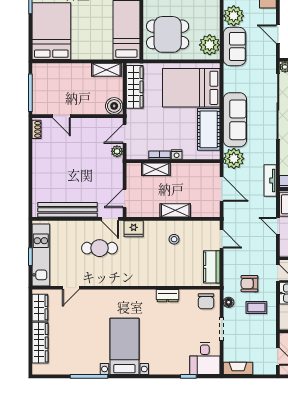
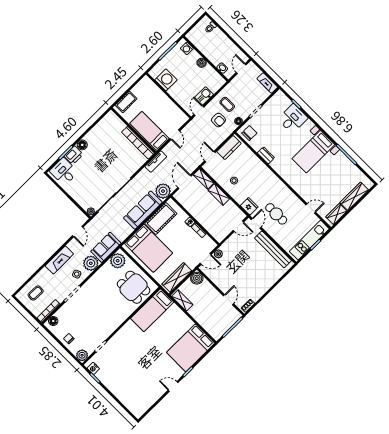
shelving: (156, 169) -> (204, 179), moved
desk: (205, 358) -> (293, 119), moved

